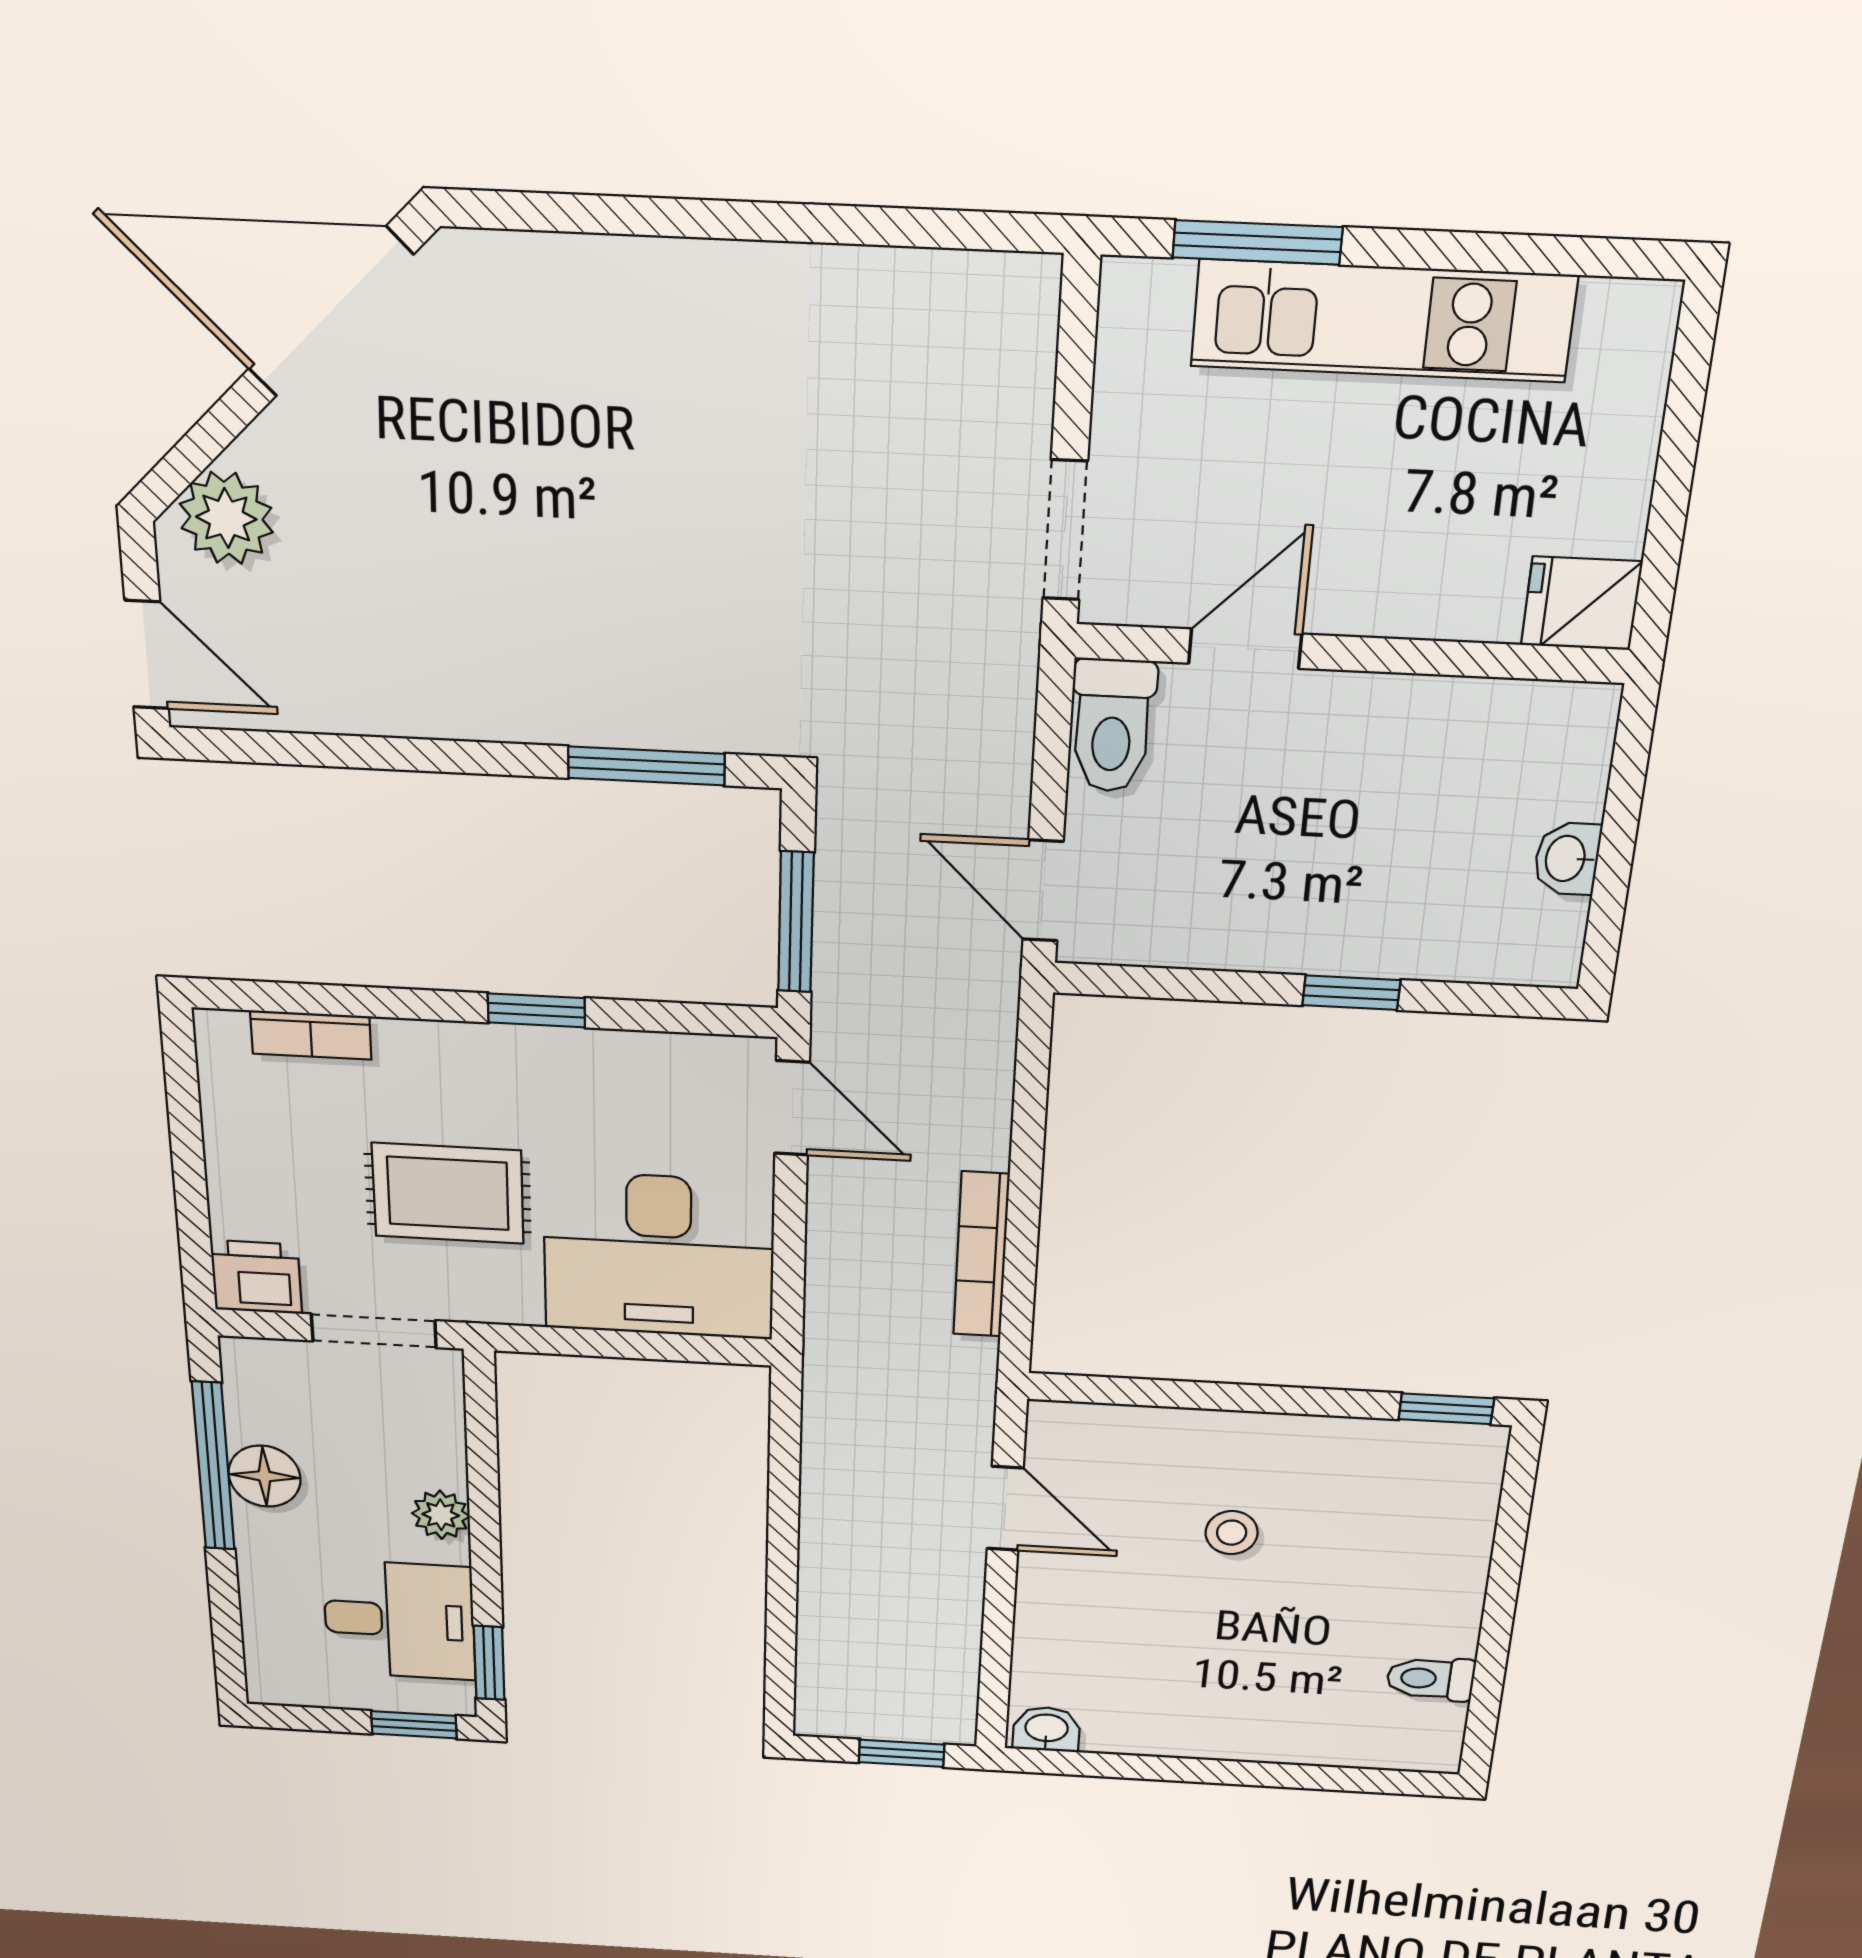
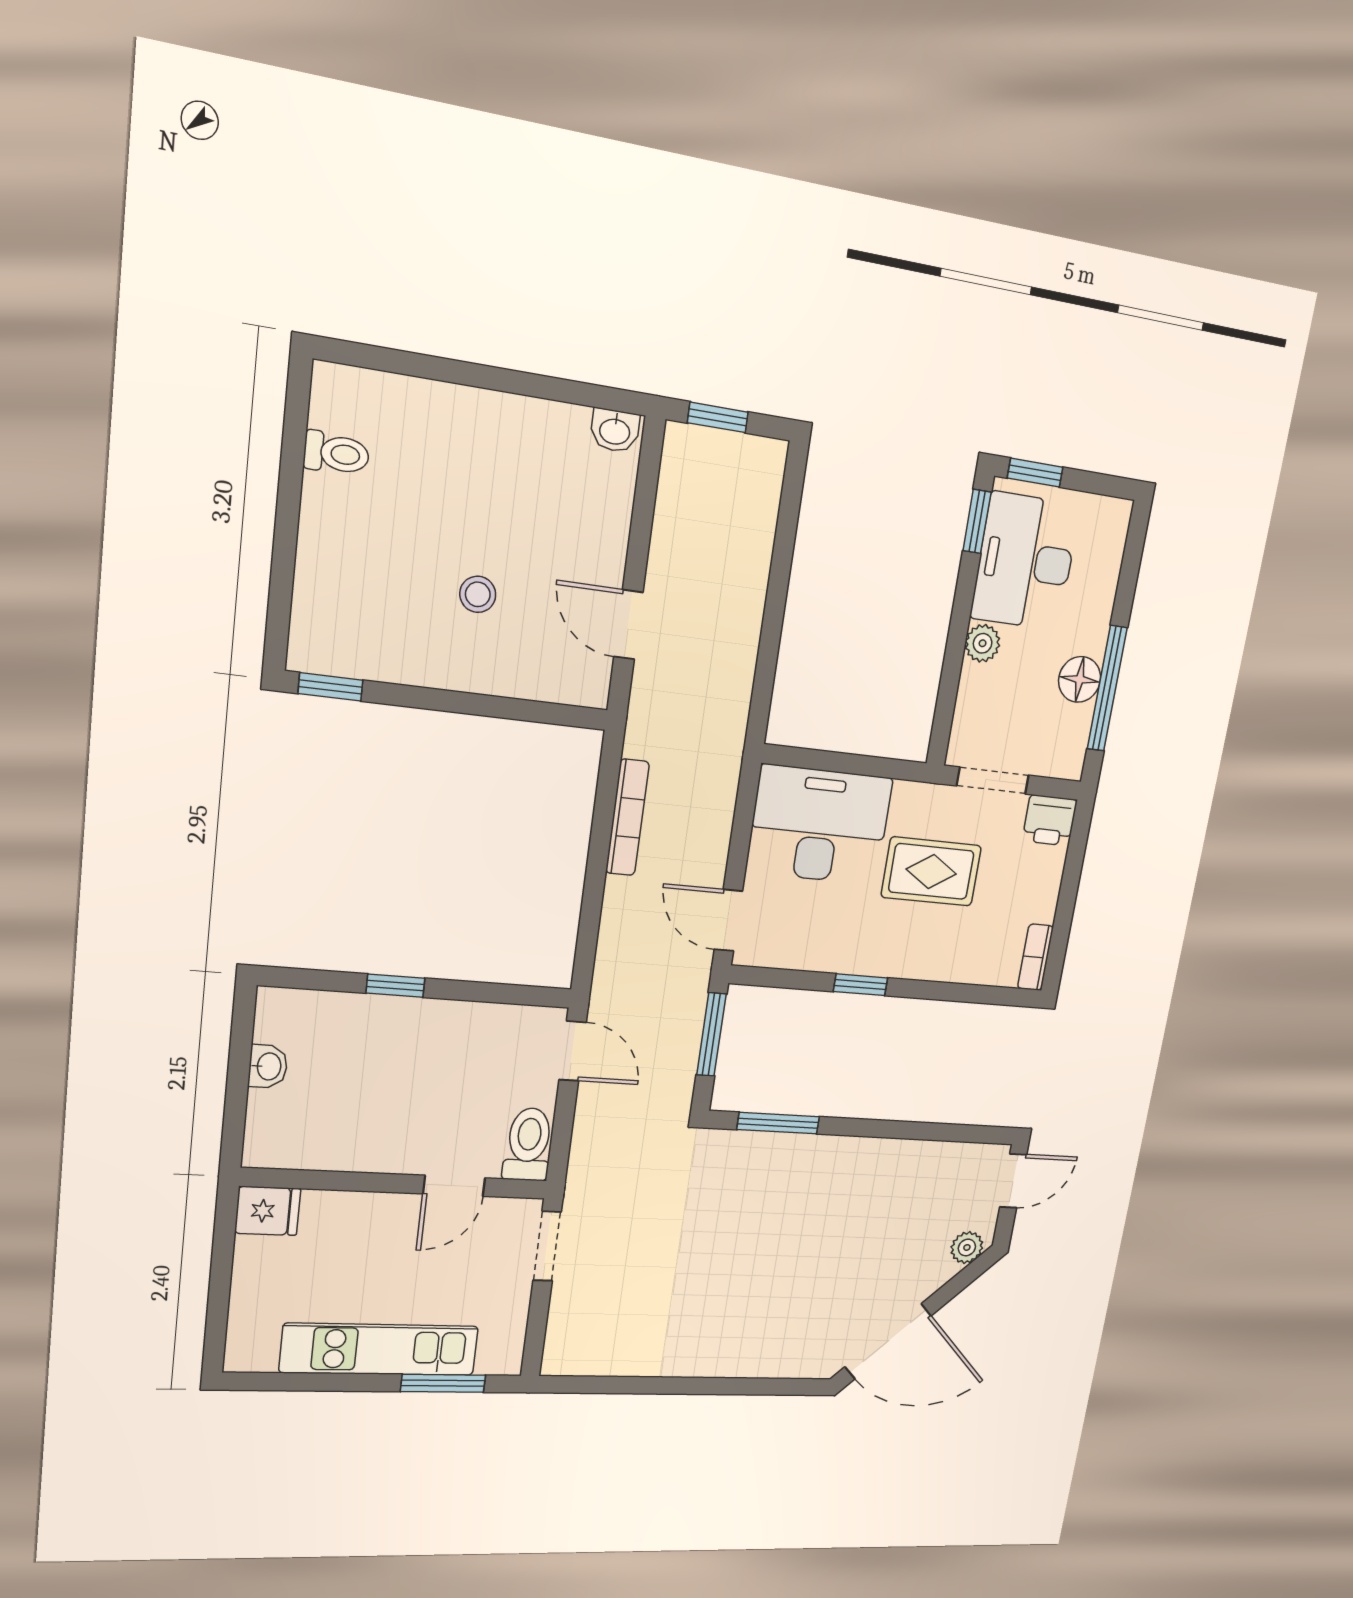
plant: (226, 518) -> (967, 1247), width x0.73, depth x0.73
door: (147, 655) -> (1013, 1181), swing flipped
bookcase: (311, 1035) -> (1035, 957), moved, turned -90
desk: (399, 1620) -> (1025, 561), width x1.37

